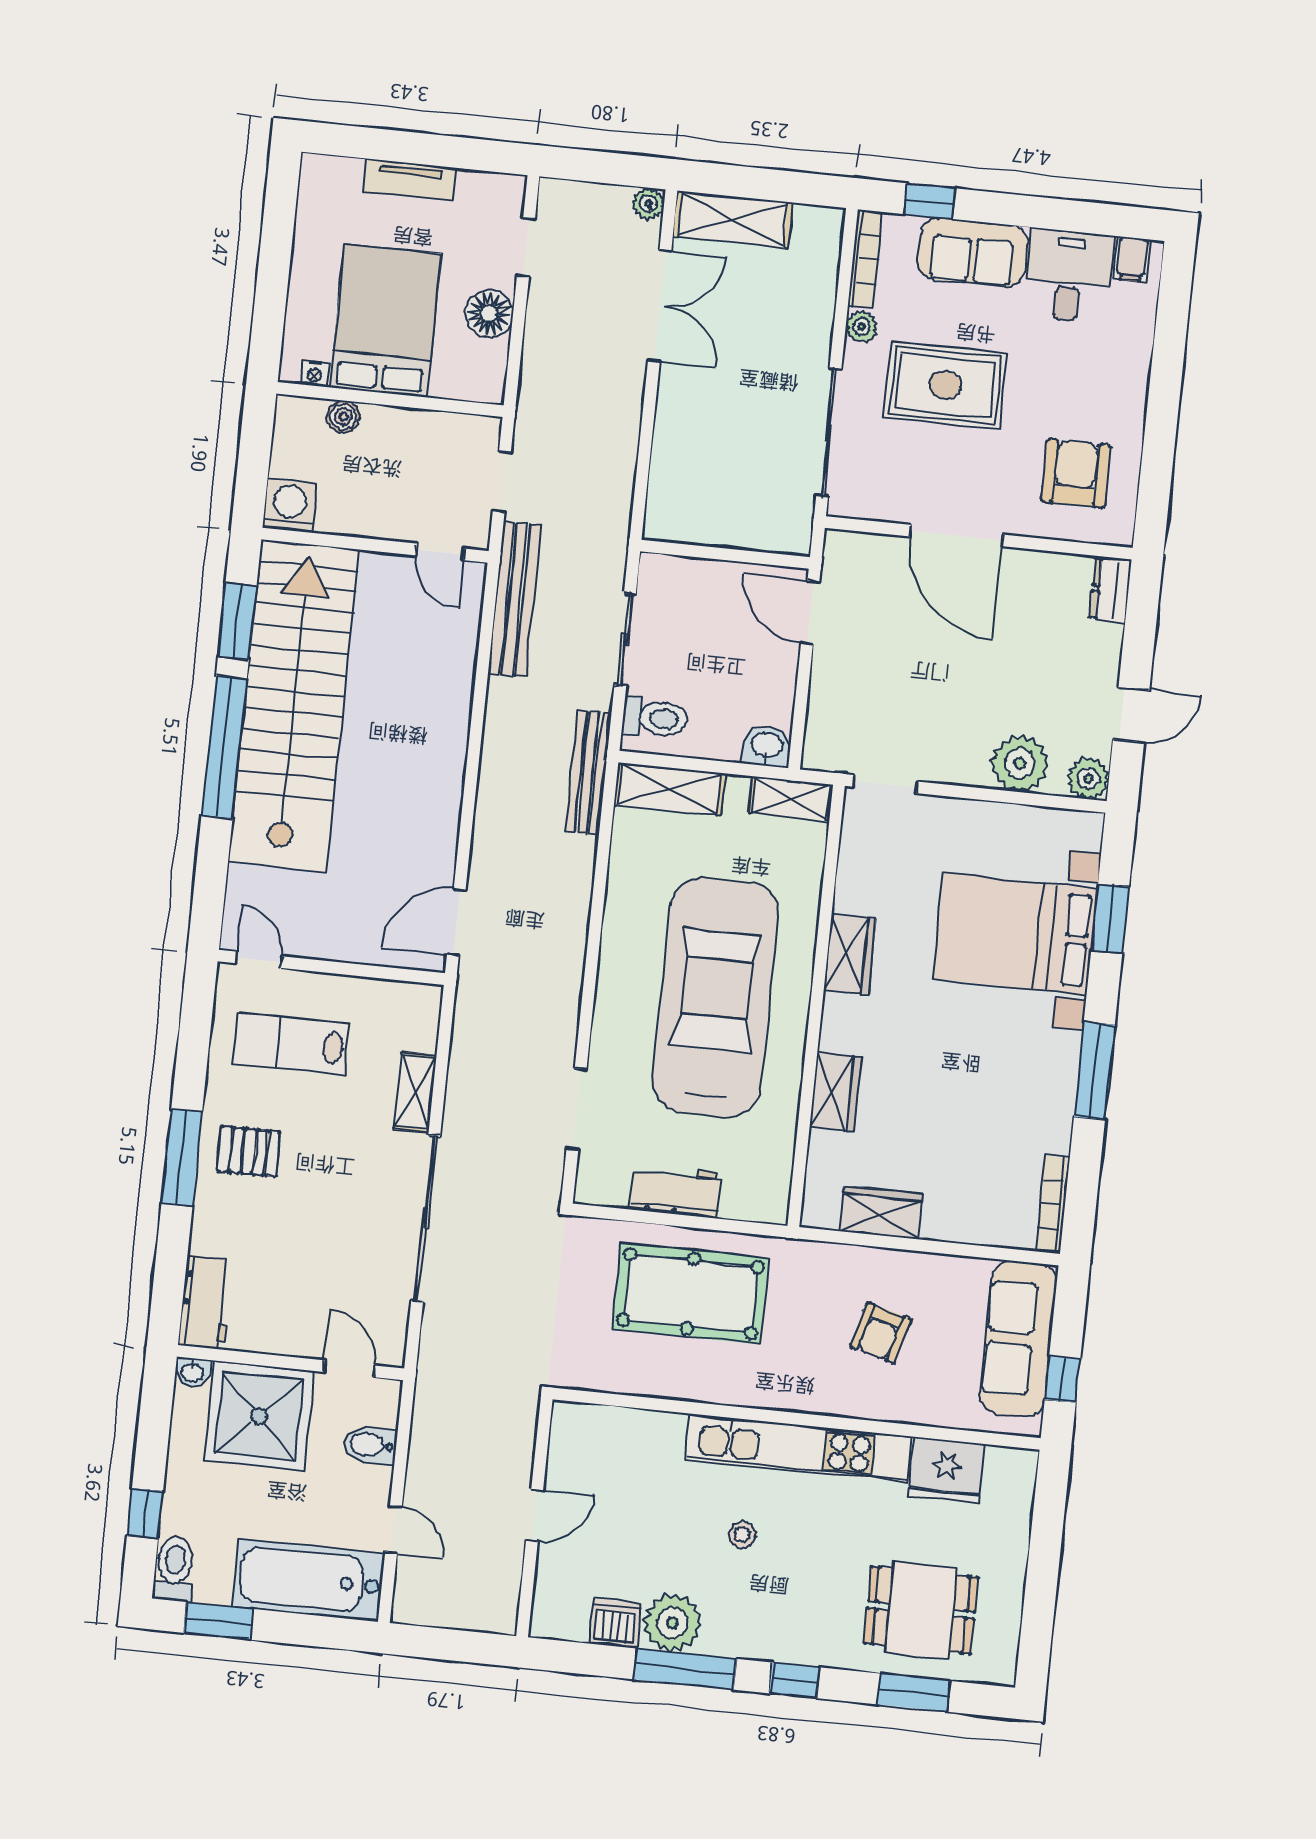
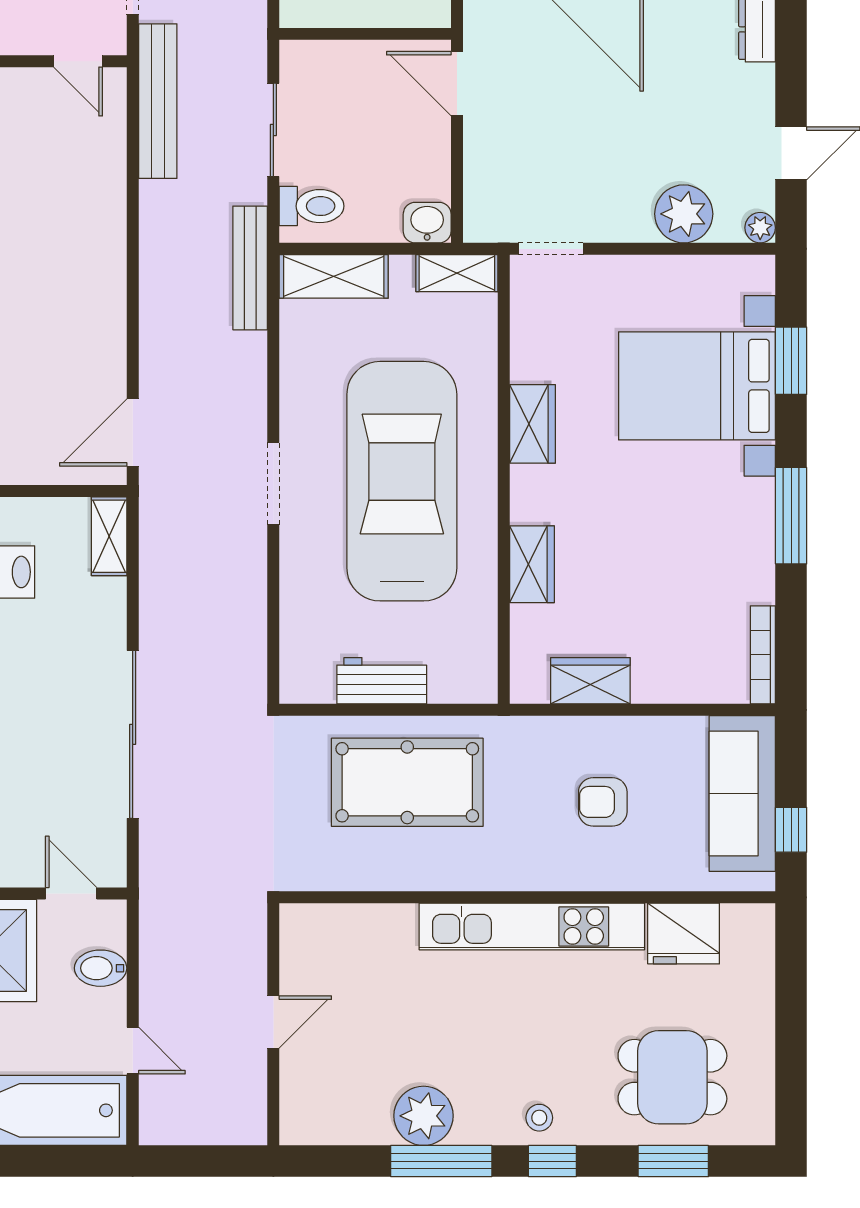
plant: (1088, 779) -> (760, 228), width x0.73, depth x0.73
shelving: (415, 1092) -> (109, 536), moved
doorway: (577, 1109) -> (273, 484), moved
armchair: (880, 1333) -> (603, 802), turned 74
stool: (742, 1535) -> (539, 1118), moved
dishwasher: (615, 1623) -> (366, 1122), removed

